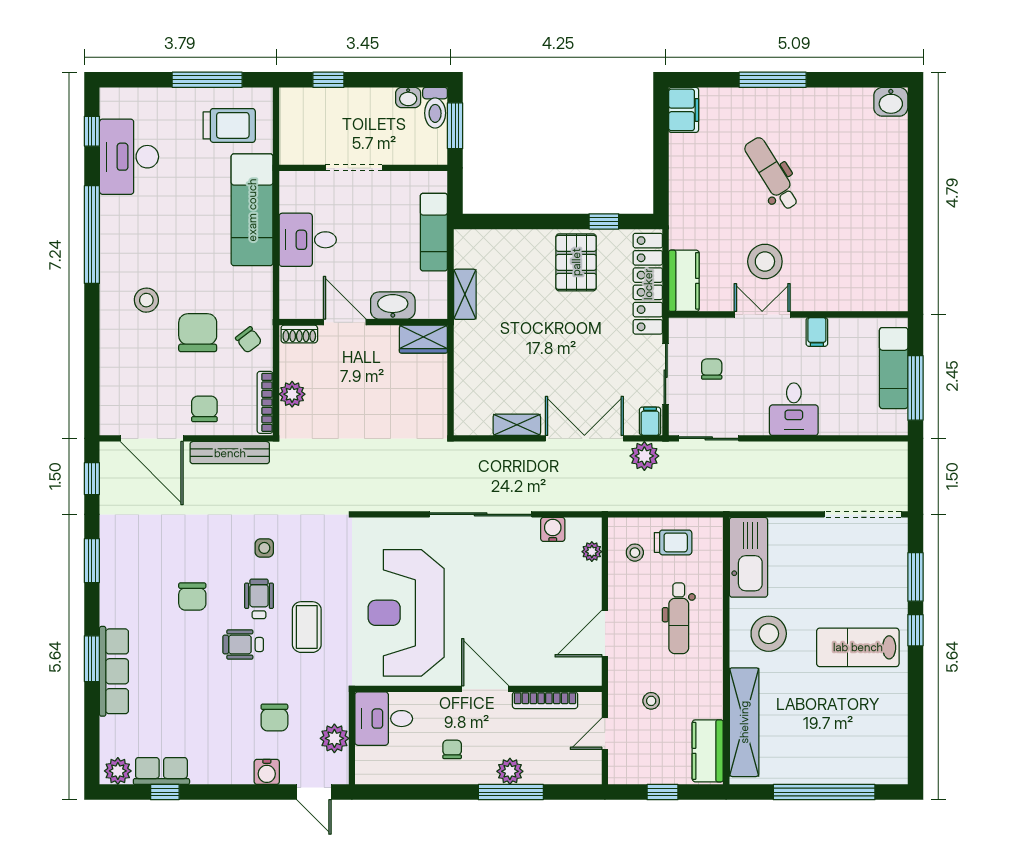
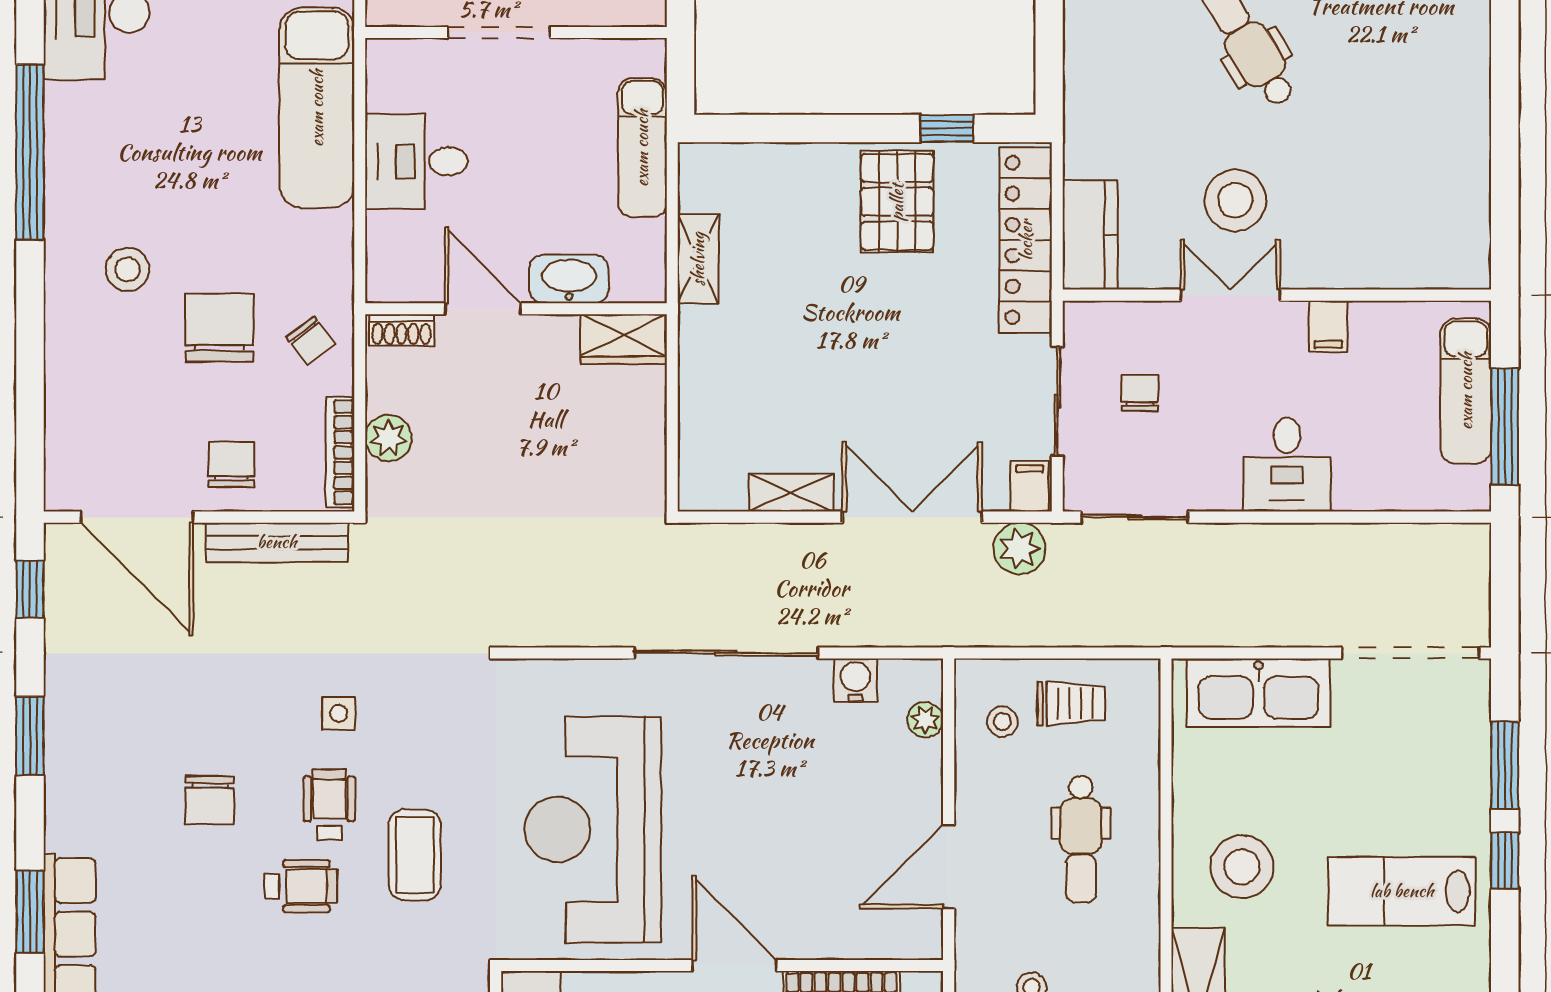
kitchen sink: (748, 557) -> (1258, 693), moved, turned 90
wheelchair: (243, 644) -> (301, 886), turned 180

